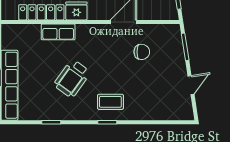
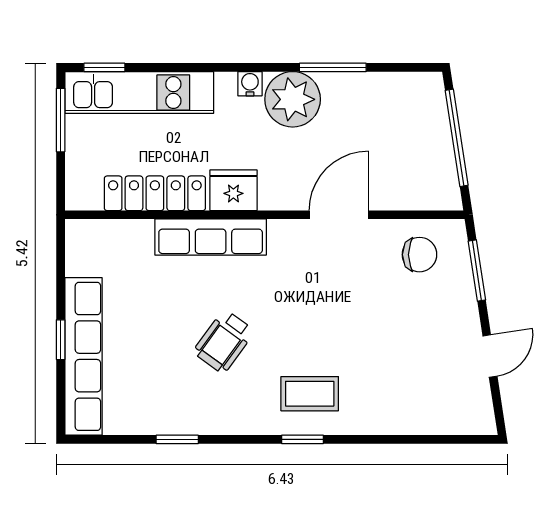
row of seats: (58, 32) -> (211, 237), width x1.48
chair: (142, 52) -> (420, 255), moved
wheelchair: (72, 79) -> (224, 342), width x0.73, depth x0.73

